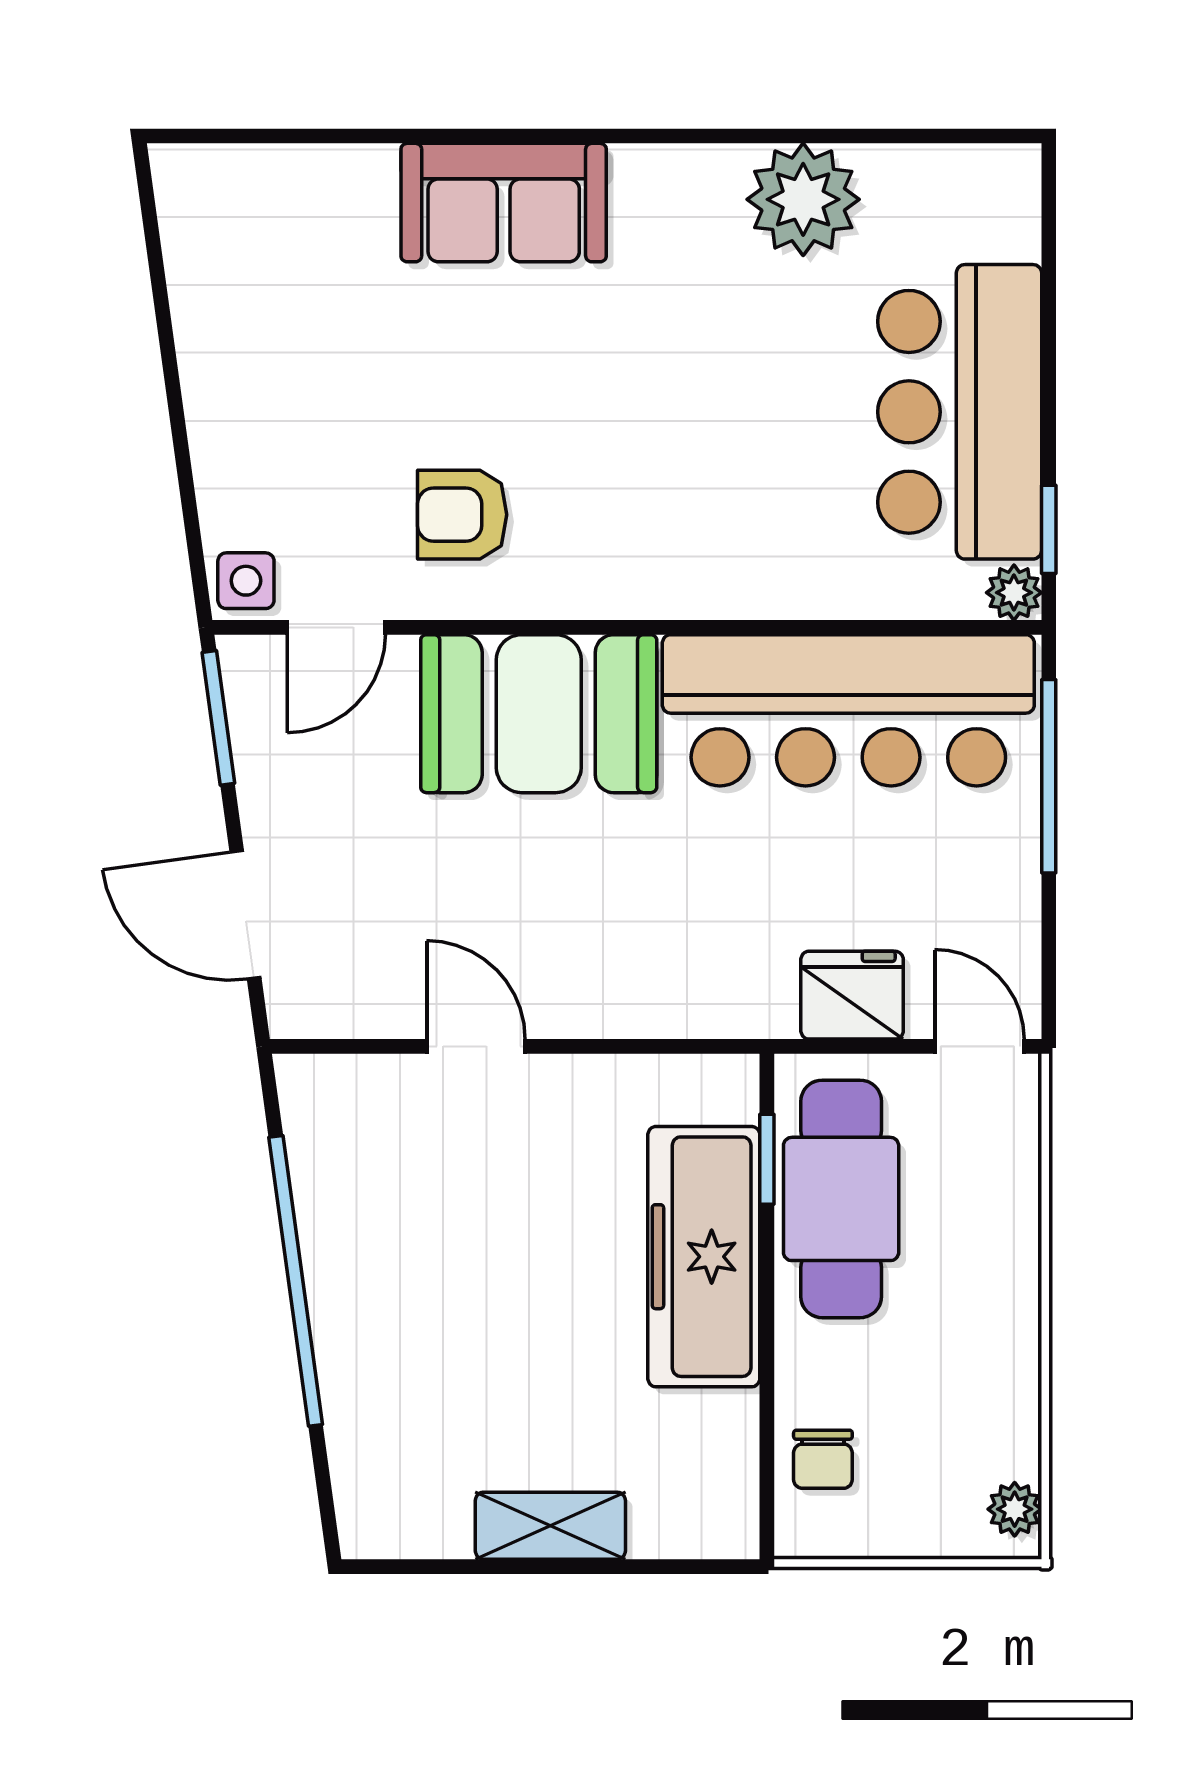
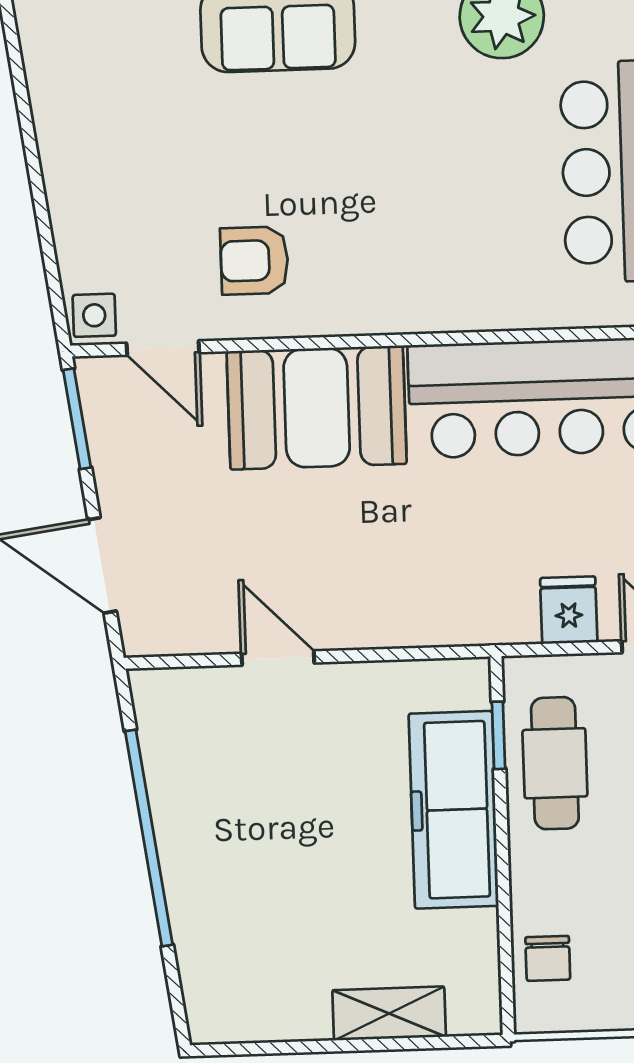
door: (336, 627) -> (163, 348), hinge flipped
fridge: (852, 995) -> (569, 610), width x0.72
cafe table: (841, 1199) -> (555, 763), width x0.73, depth x0.74
shelving: (550, 1526) -> (389, 1013), moved

